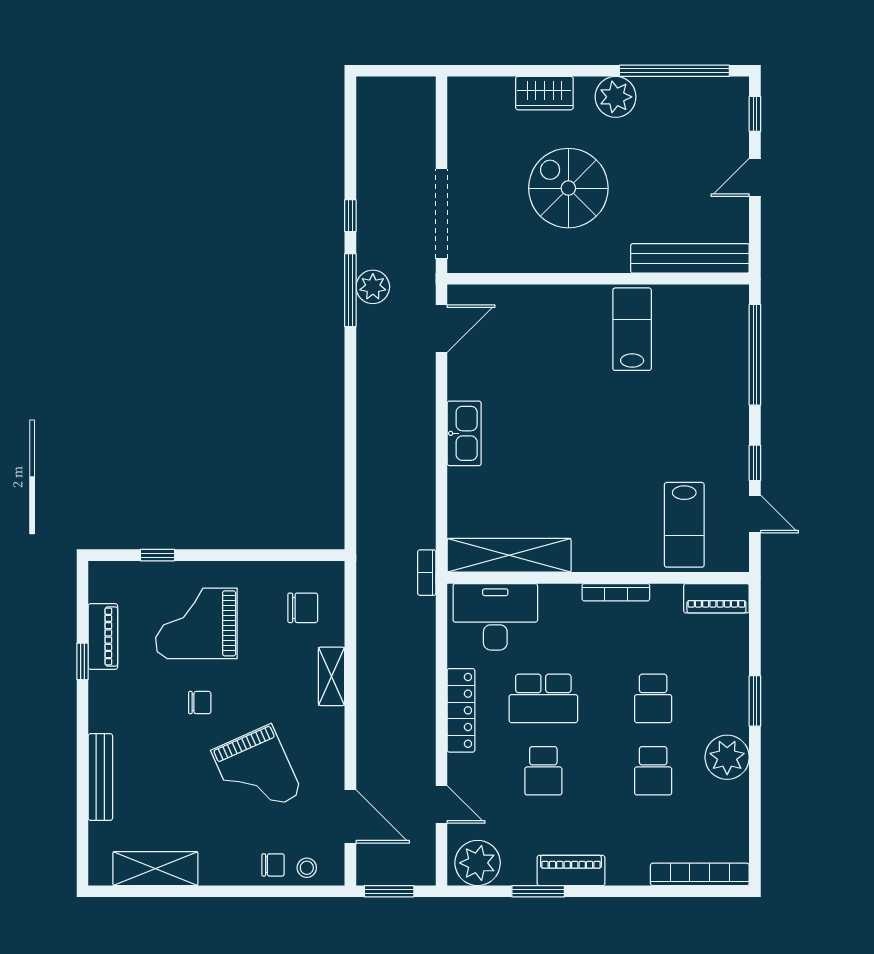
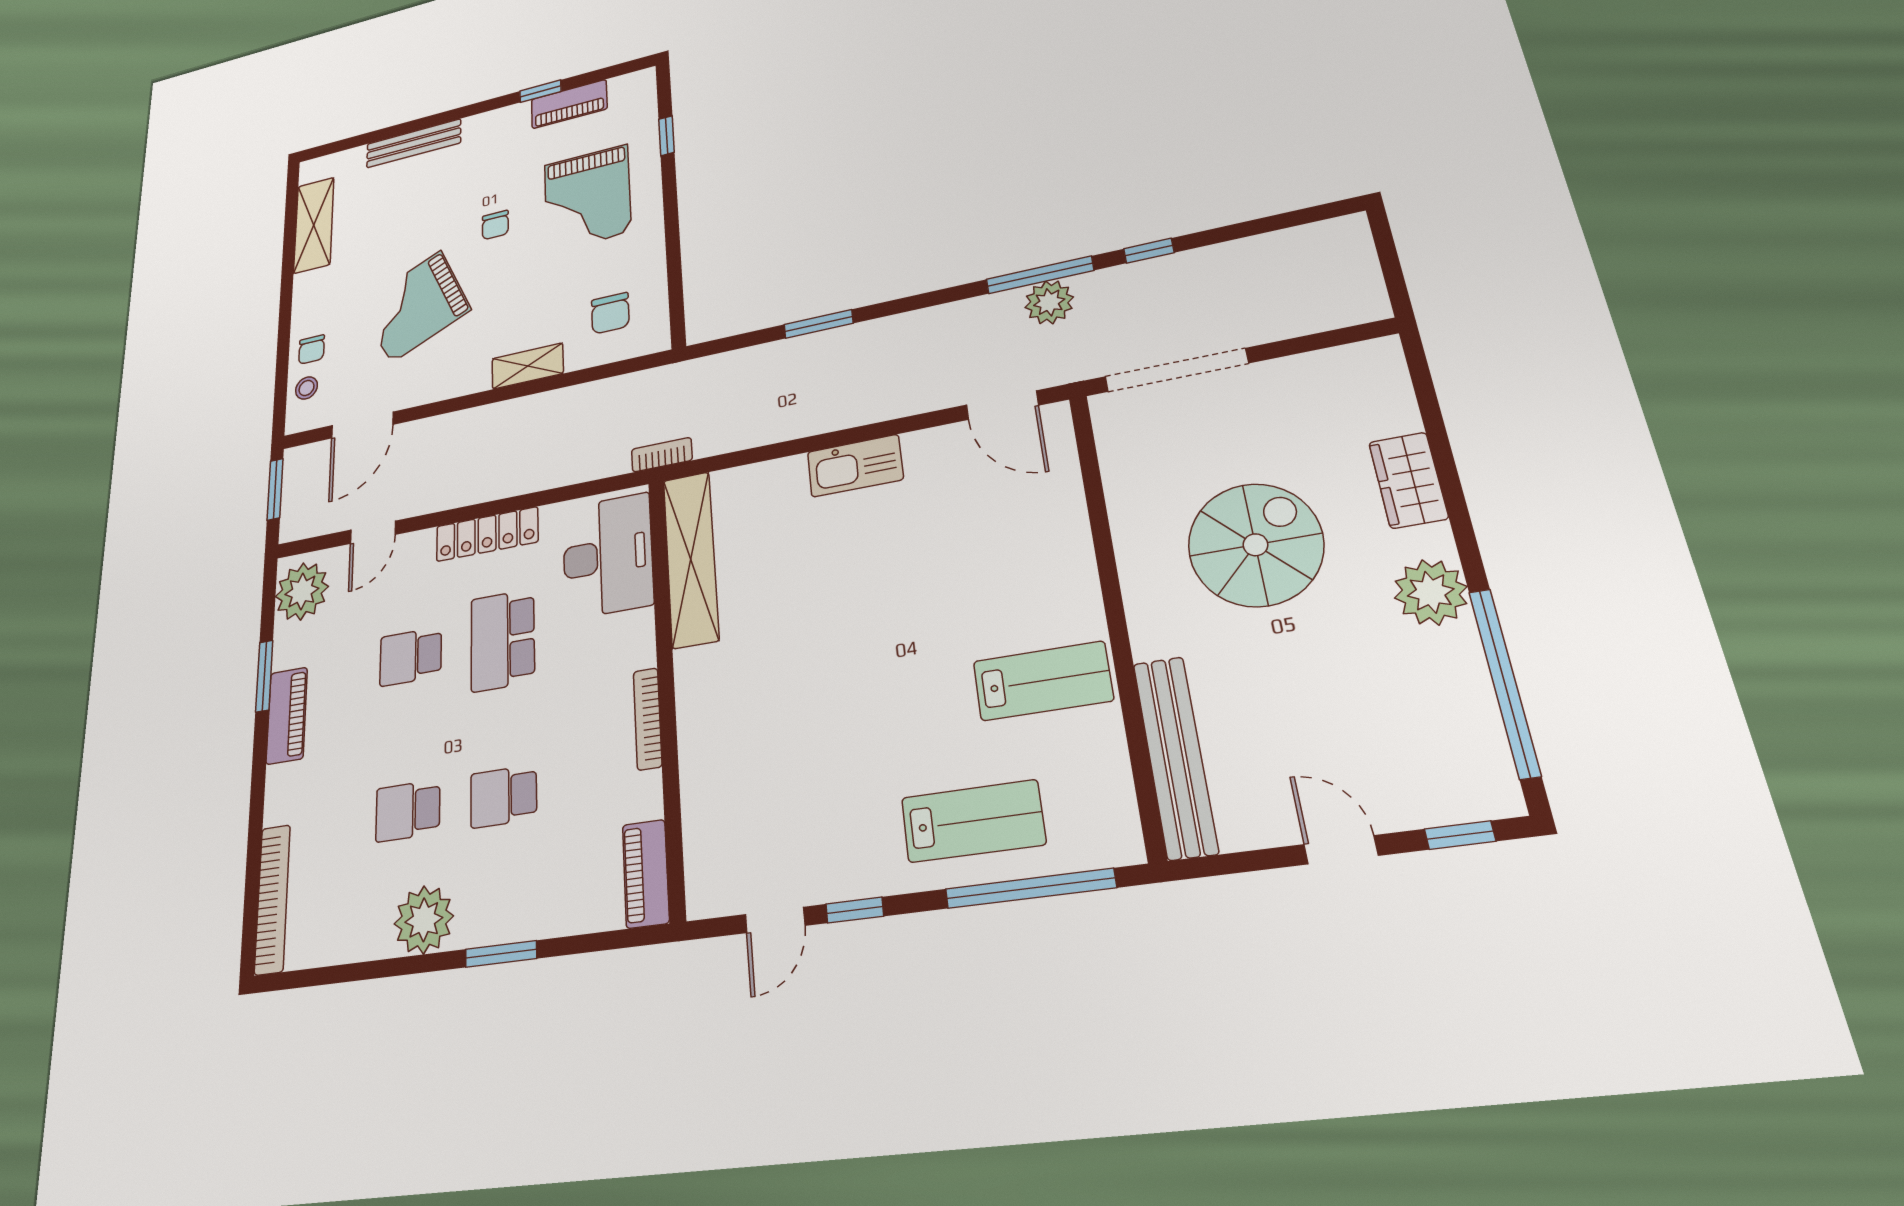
window: (350, 449) -> (819, 324), added
lab bench: (684, 525) -> (973, 821), moved, turned 180
grand piano: (196, 623) -> (587, 198), turned 180

